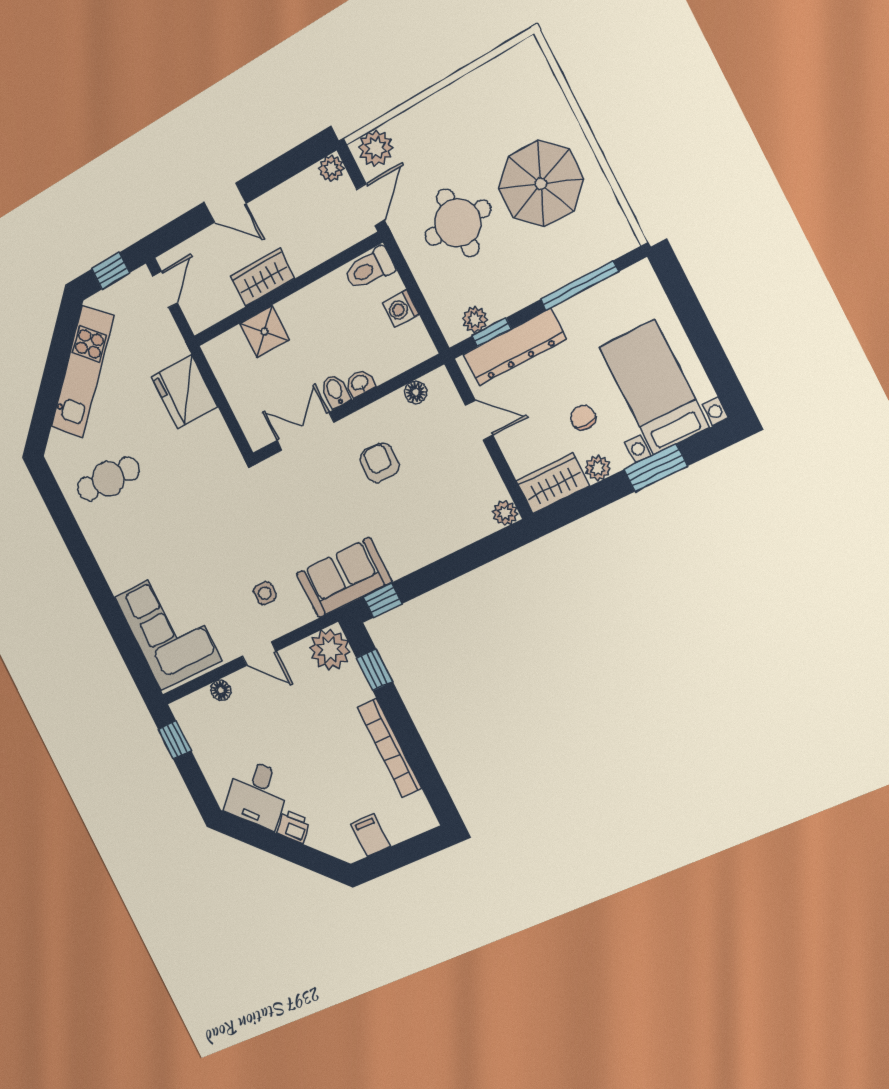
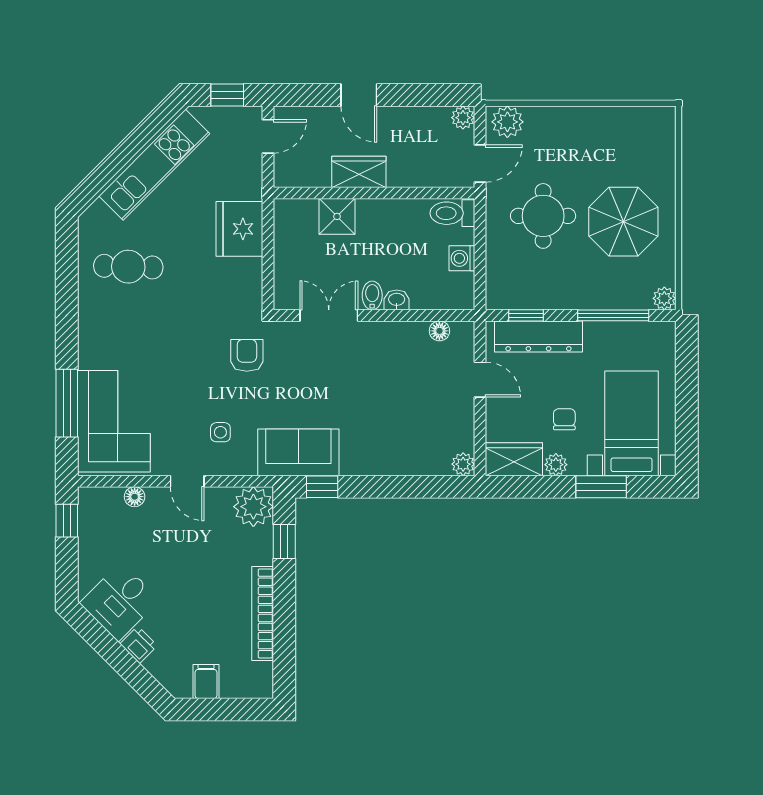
plant: (475, 320) -> (664, 298), moved
armchair: (379, 463) -> (247, 355), moved
window: (121, 632) -> (67, 403), added

